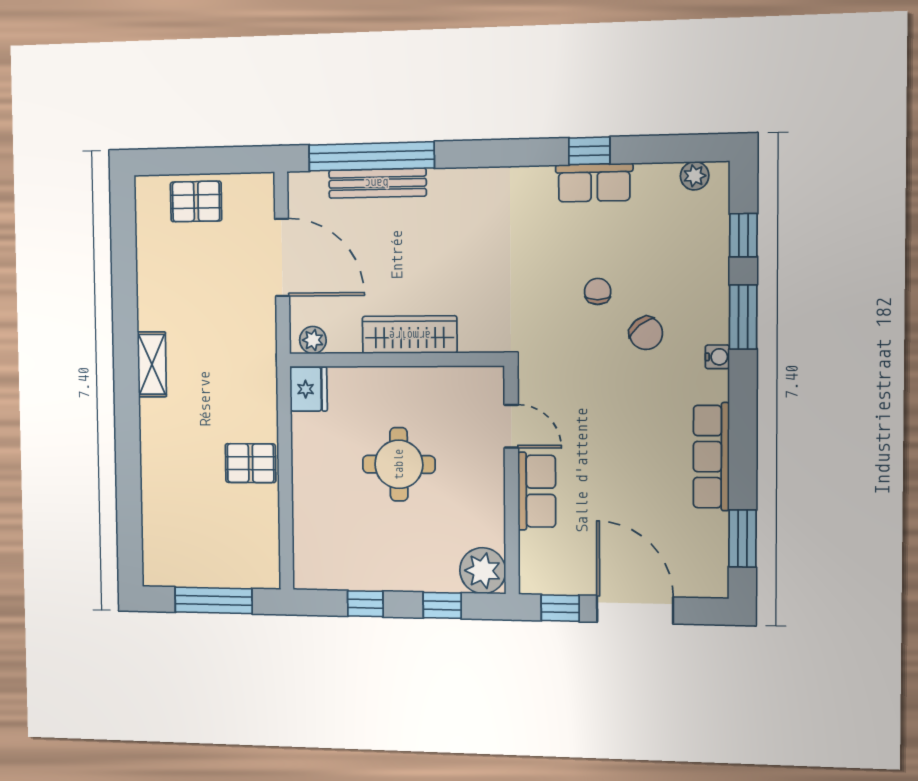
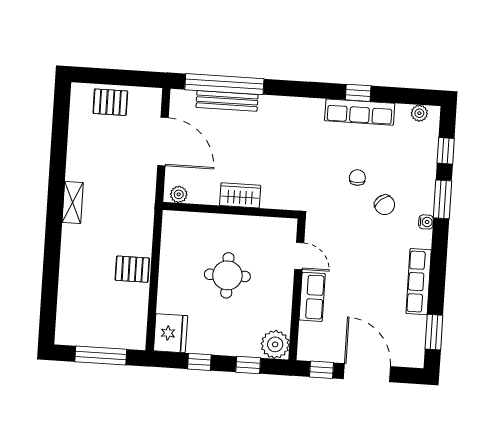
row of seats: (594, 183) -> (360, 112), width x1.48
wardrobe: (410, 335) -> (240, 195), width x0.67
fridge: (309, 389) -> (171, 333), moved, width x1.36, depth x1.34

